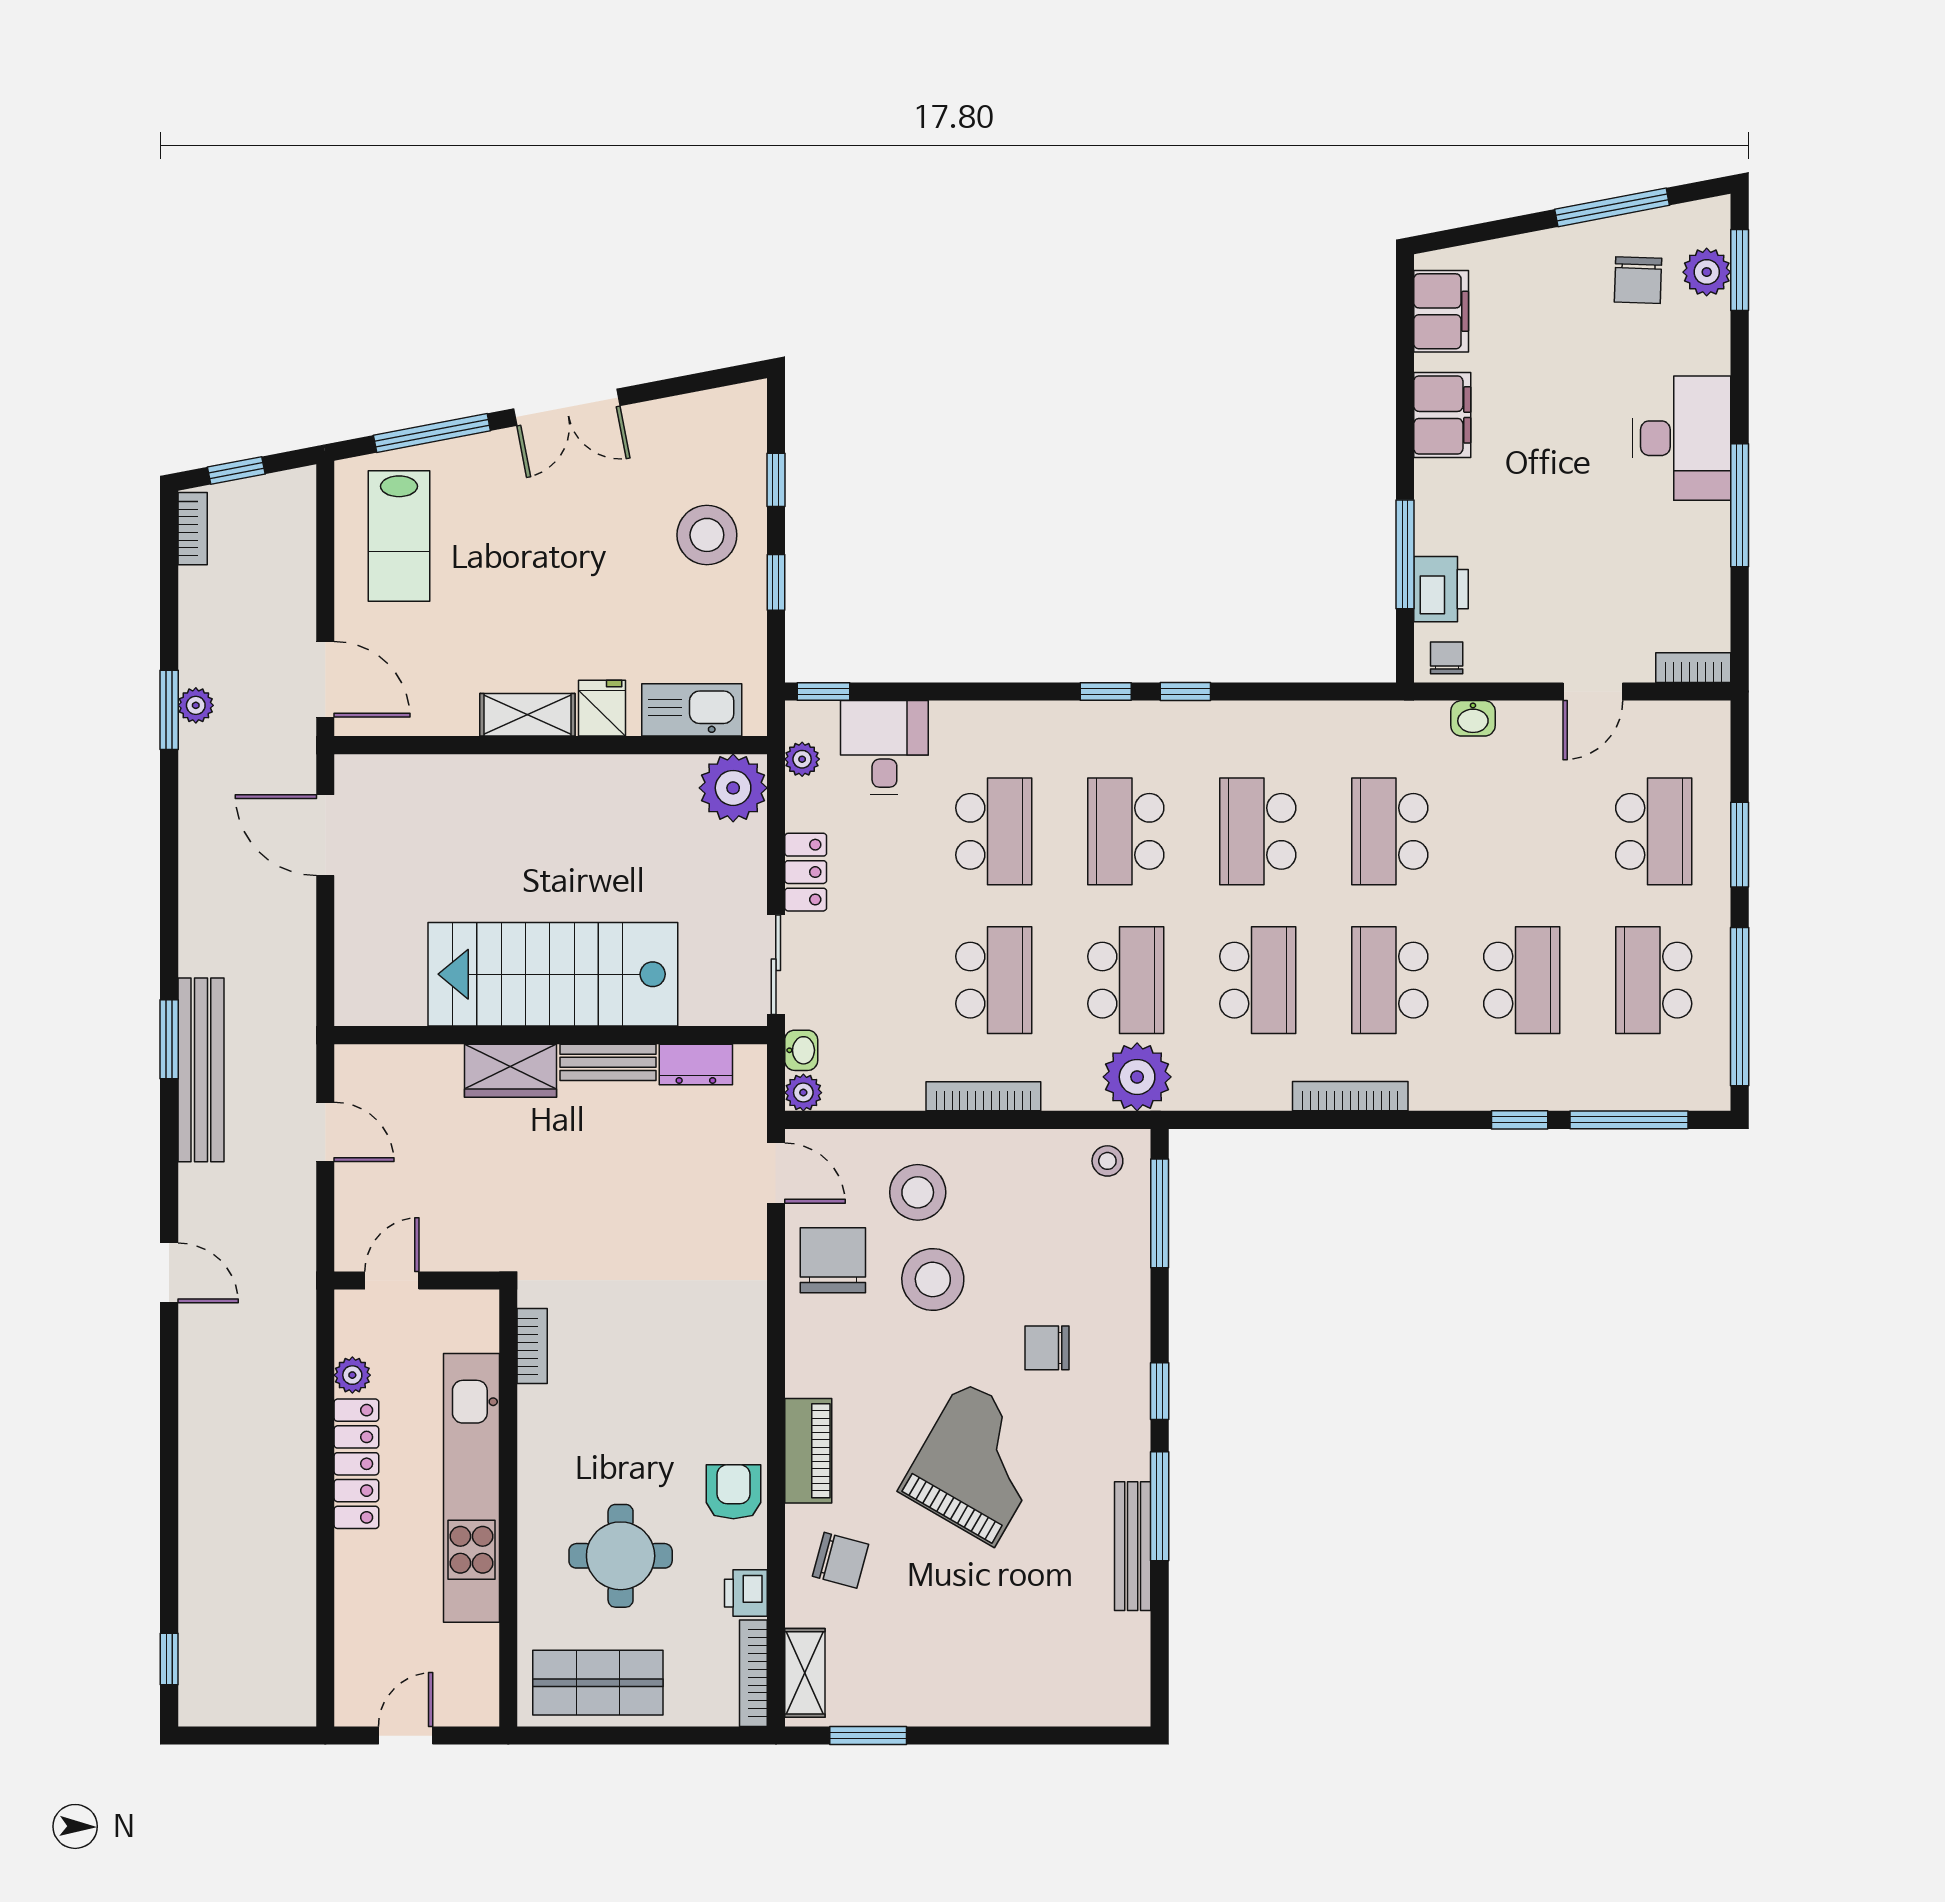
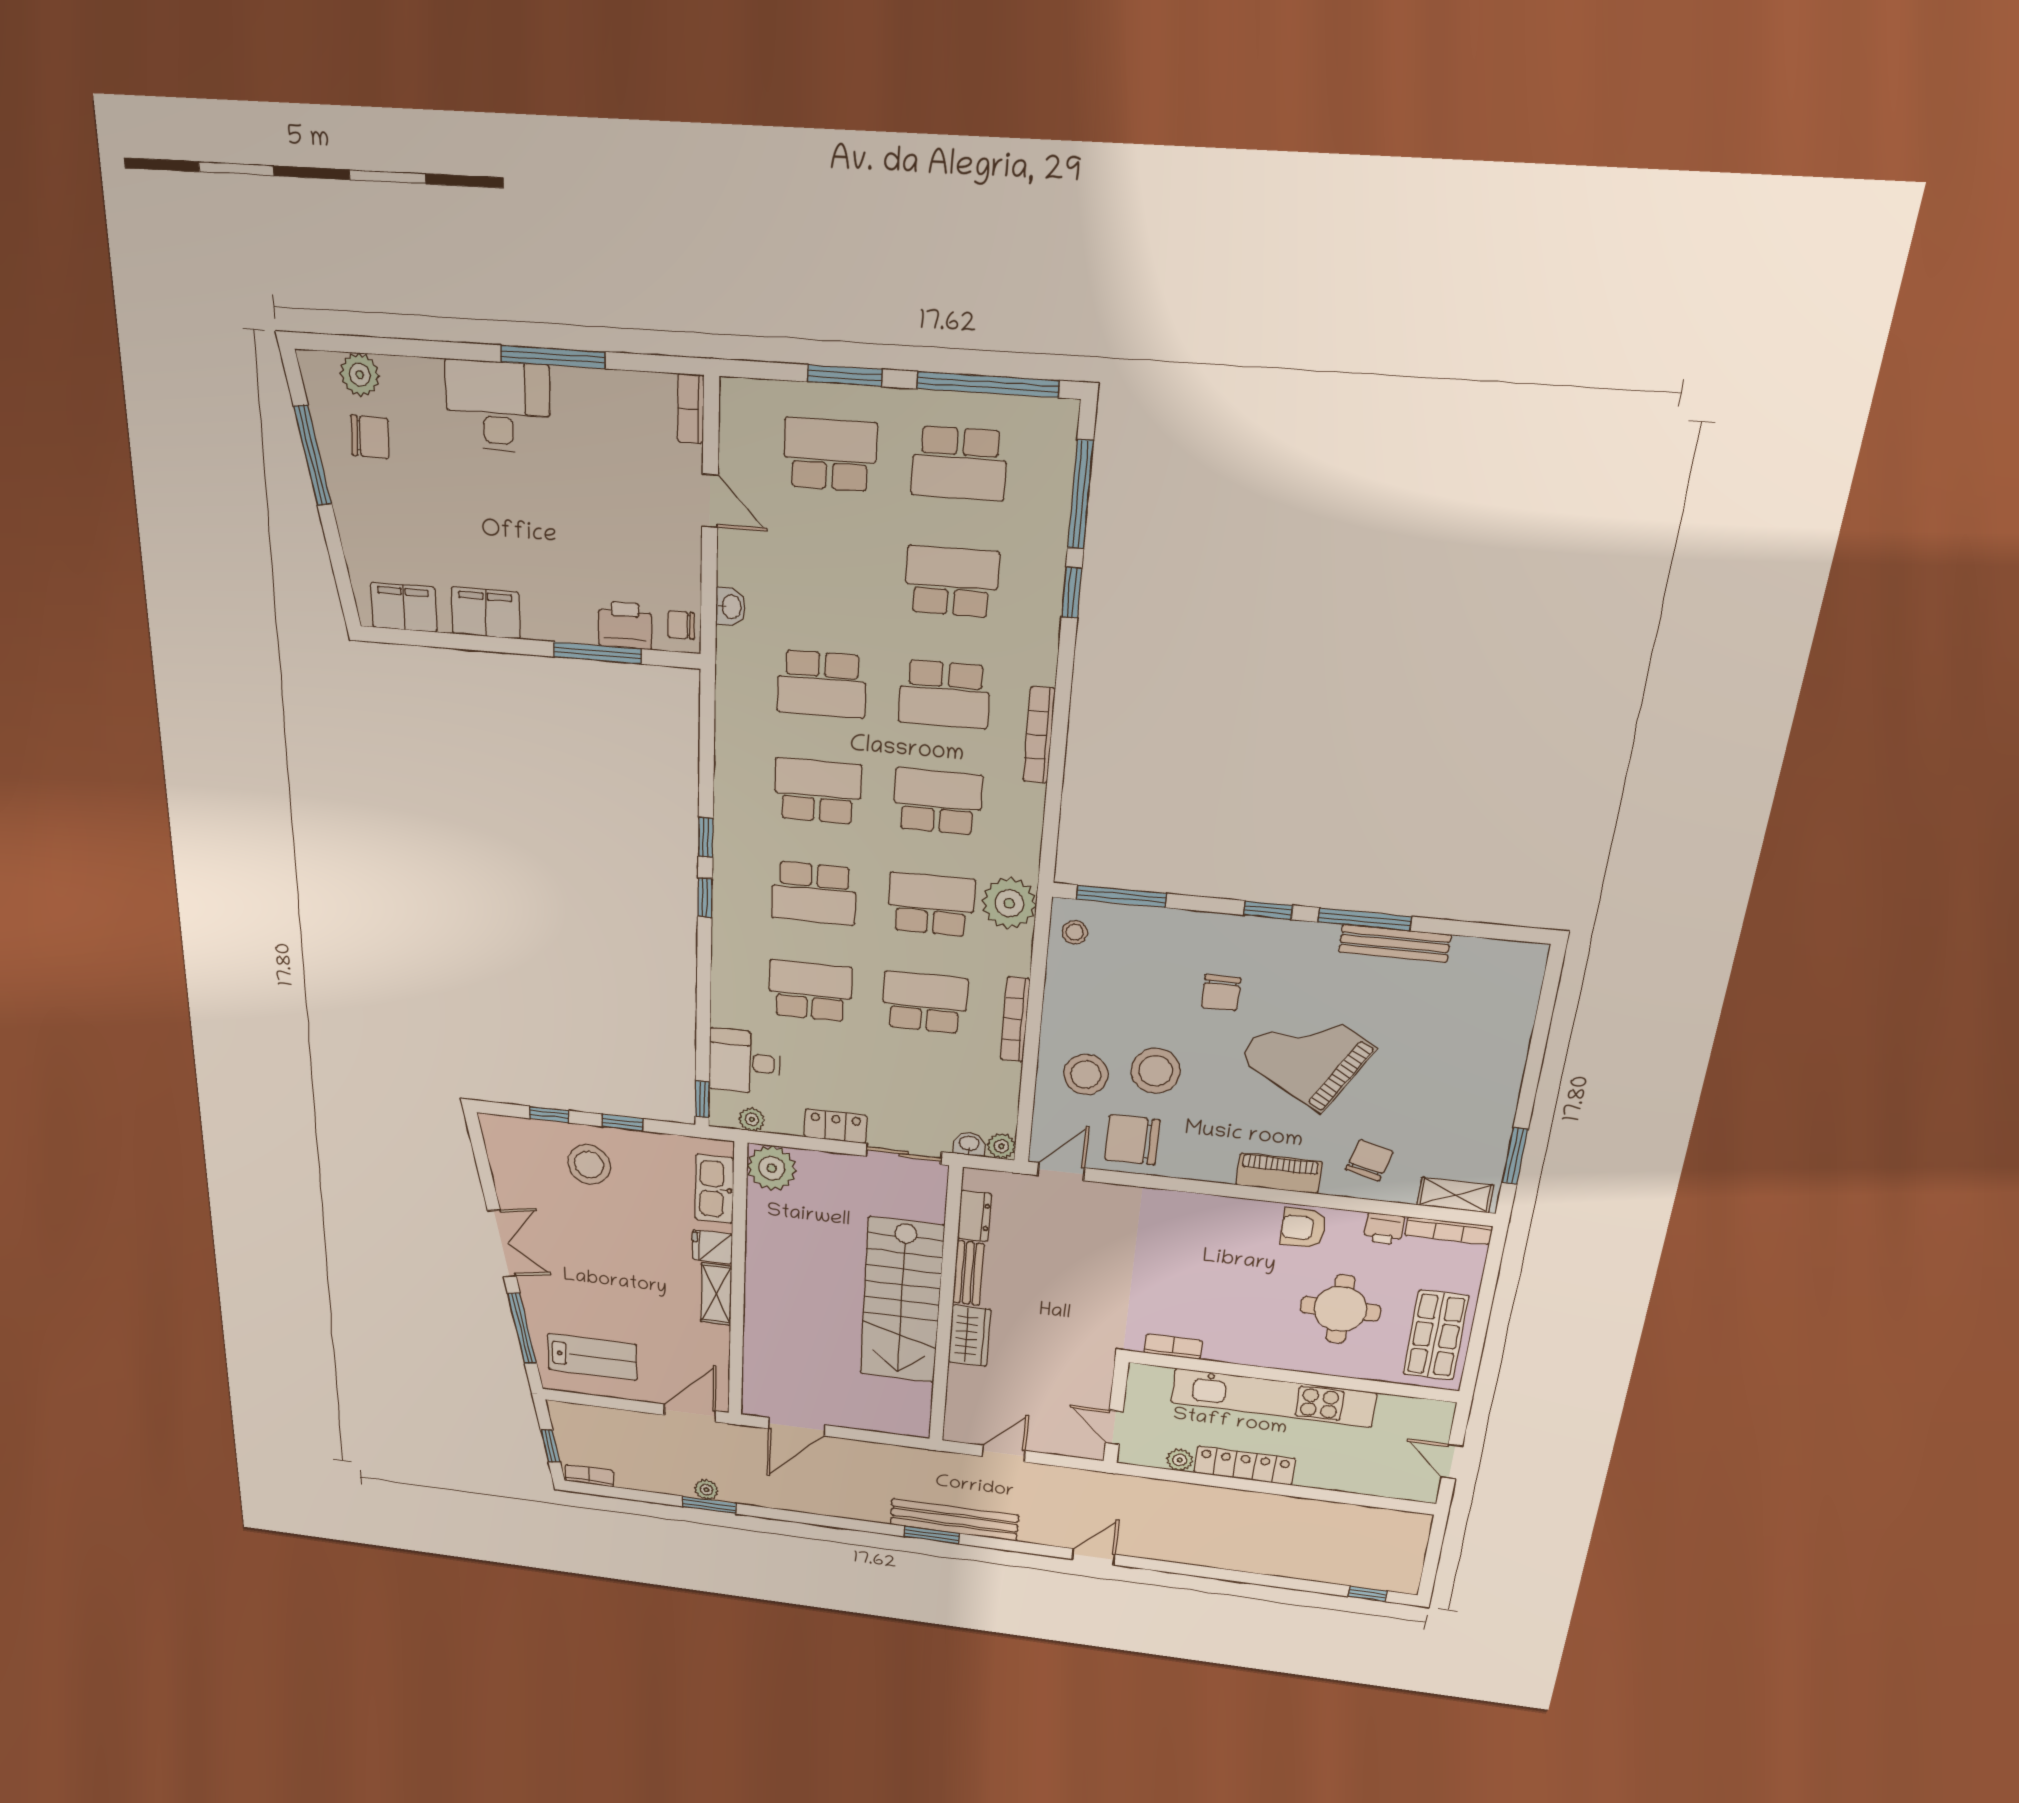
window: (1740, 270) -> (356, 344), removed
school desk: (1258, 831) -> (818, 791), turned 180

